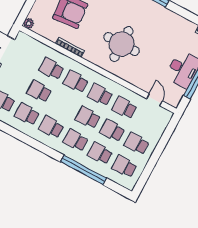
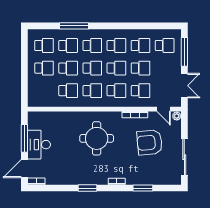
door: (155, 100) -> (164, 109), moved
school desk: (63, 104) -> (116, 68), added
window: (84, 170) -> (74, 26), width x0.68

